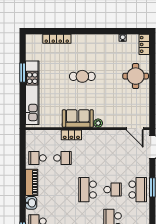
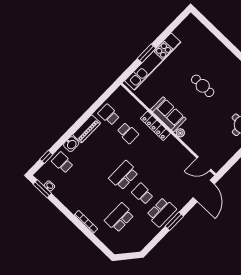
locker: (57, 39) -> (211, 39), removed
window: (23, 73) -> (147, 53), moved
door: (135, 129) -> (204, 164), hinge flipped
locker: (71, 135) -> (155, 126), width x1.53
school desk: (113, 190) -> (143, 194), turned 180

